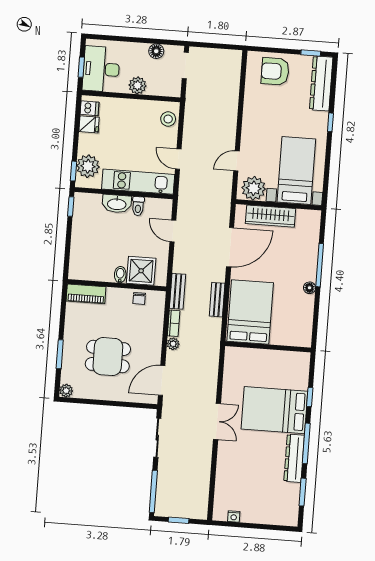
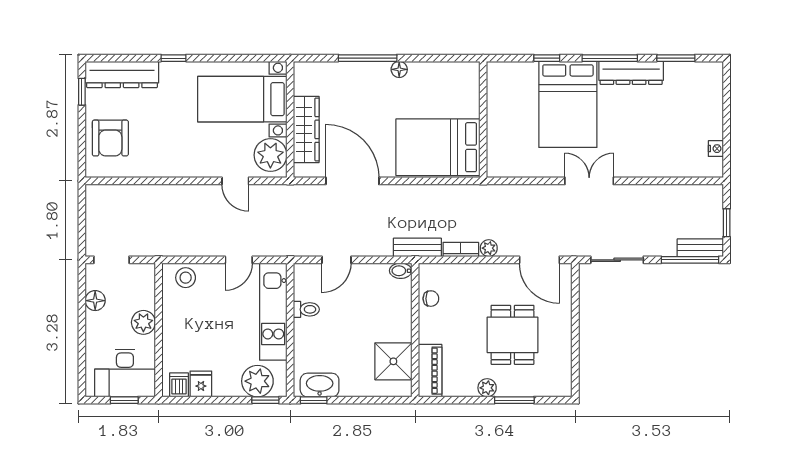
washbasin: (117, 204) -> (320, 385), moved, turned -90
shower: (141, 271) -> (393, 361), moved
bidet: (120, 275) -> (401, 271), moved
bench: (217, 300) -> (700, 248), moved
plant: (66, 391) -> (487, 388), moved

